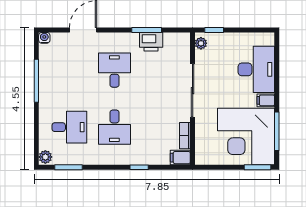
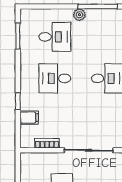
desk: (69, 127) -> (55, 37), turned -90
plant: (45, 157) -> (79, 15), moved
filing cabinet: (180, 158) -> (29, 118), moved, turned 90

